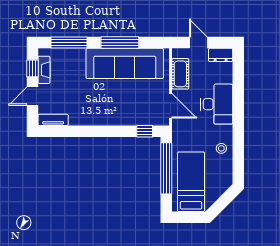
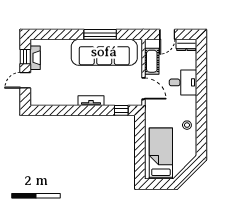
window: (69, 43) -> (57, 34), removed
door: (198, 43) -> (167, 34), swing flipped
desk: (217, 104) -> (183, 82), width x0.73
tv unit: (53, 120) -> (91, 101), moved
window: (166, 168) -> (140, 142), removed

